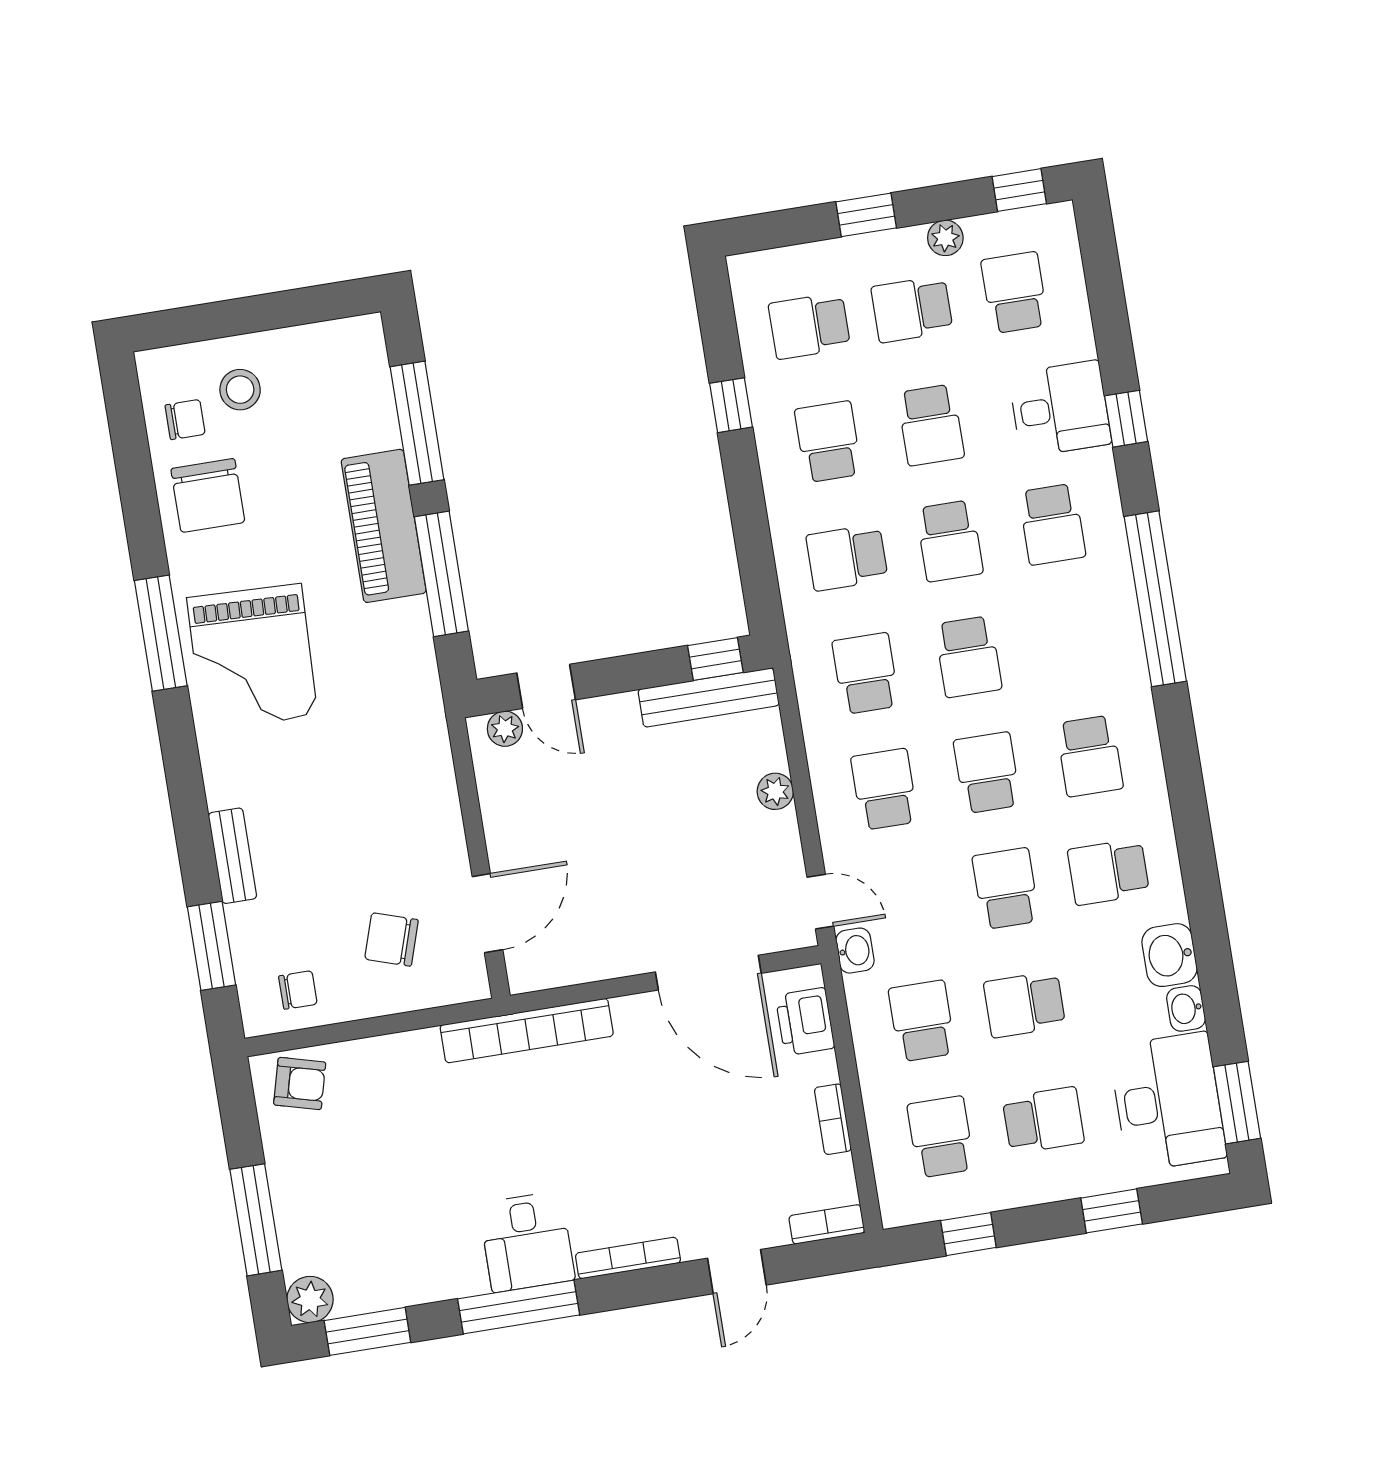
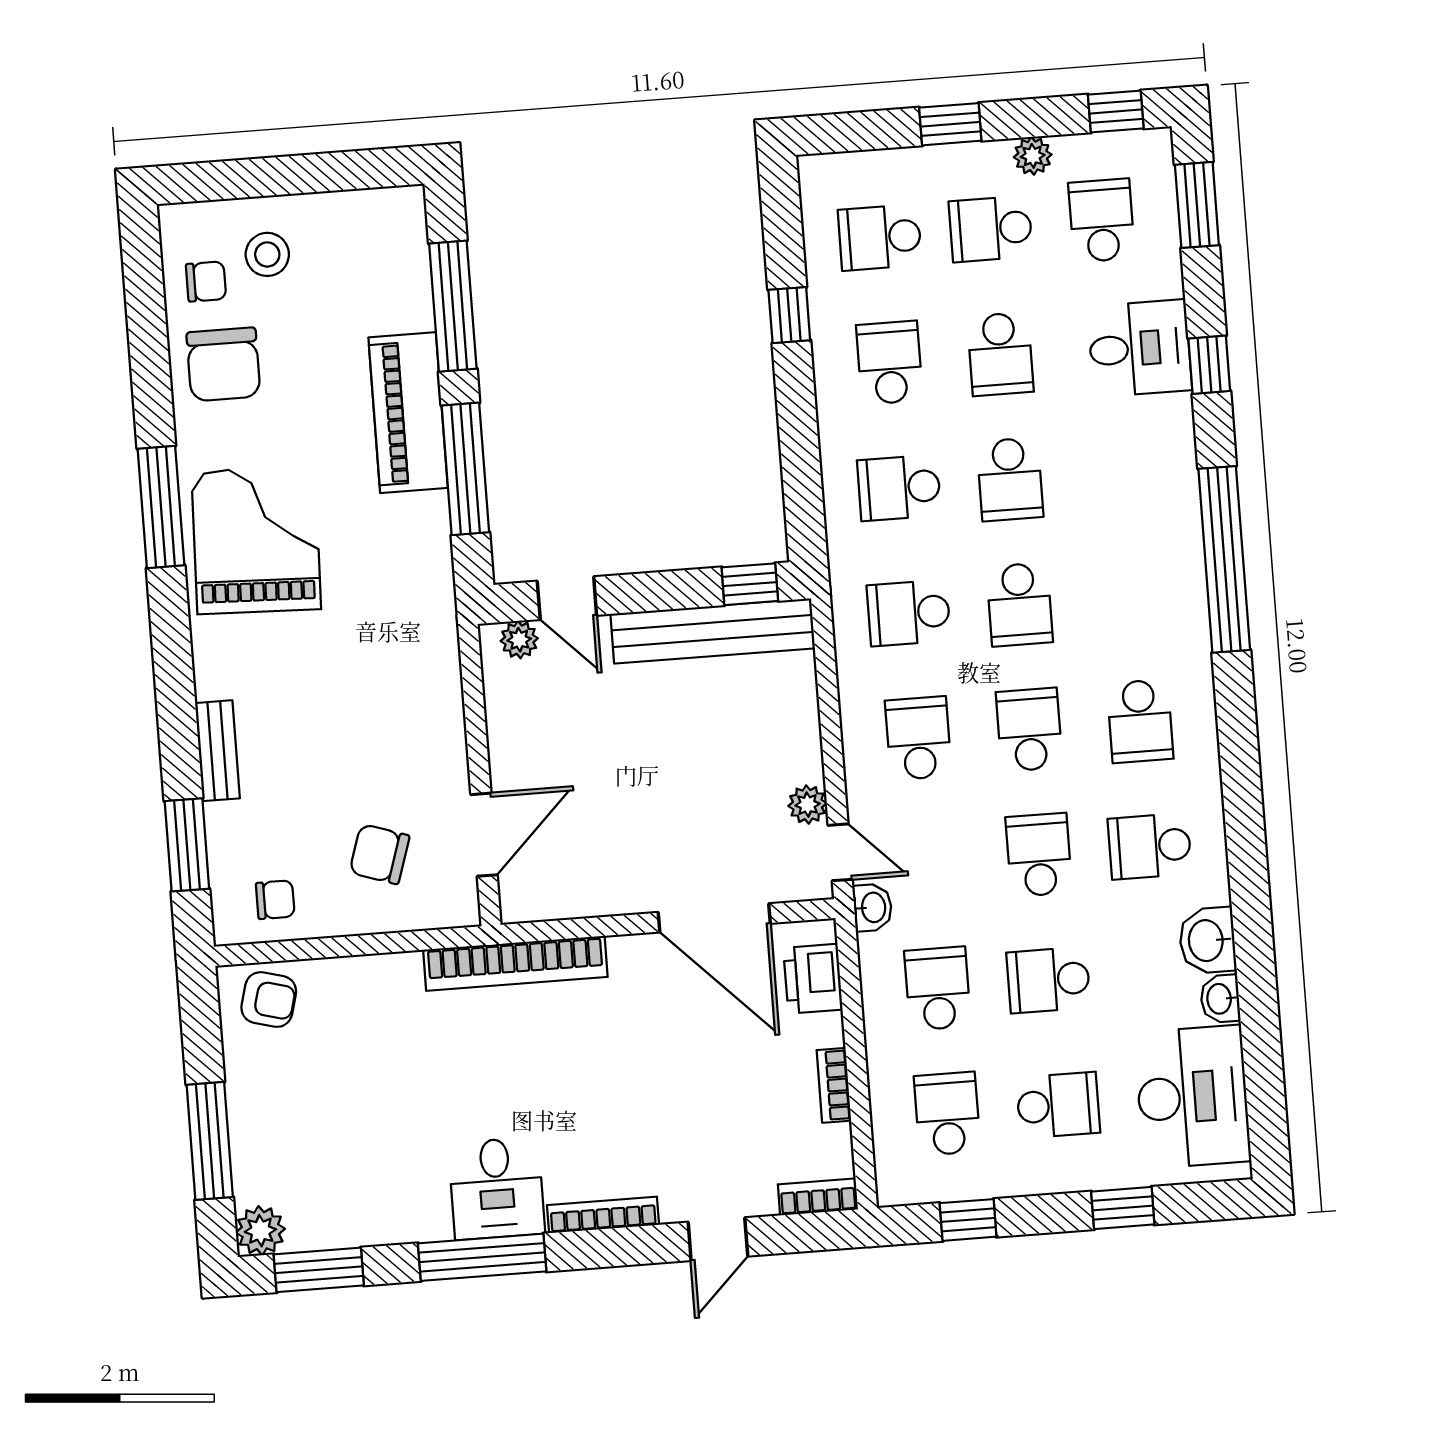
school desk: (1052, 524) -> (1121, 471), removed
grand piano: (252, 657) -> (256, 540), turned 180
school desk: (866, 673) -> (909, 613), turned -90
bench: (709, 697) -> (713, 631), width x1.37, depth x1.21
plant: (775, 791) -> (808, 805), moved
window: (1237, 1103) -> (1197, 205), moved

